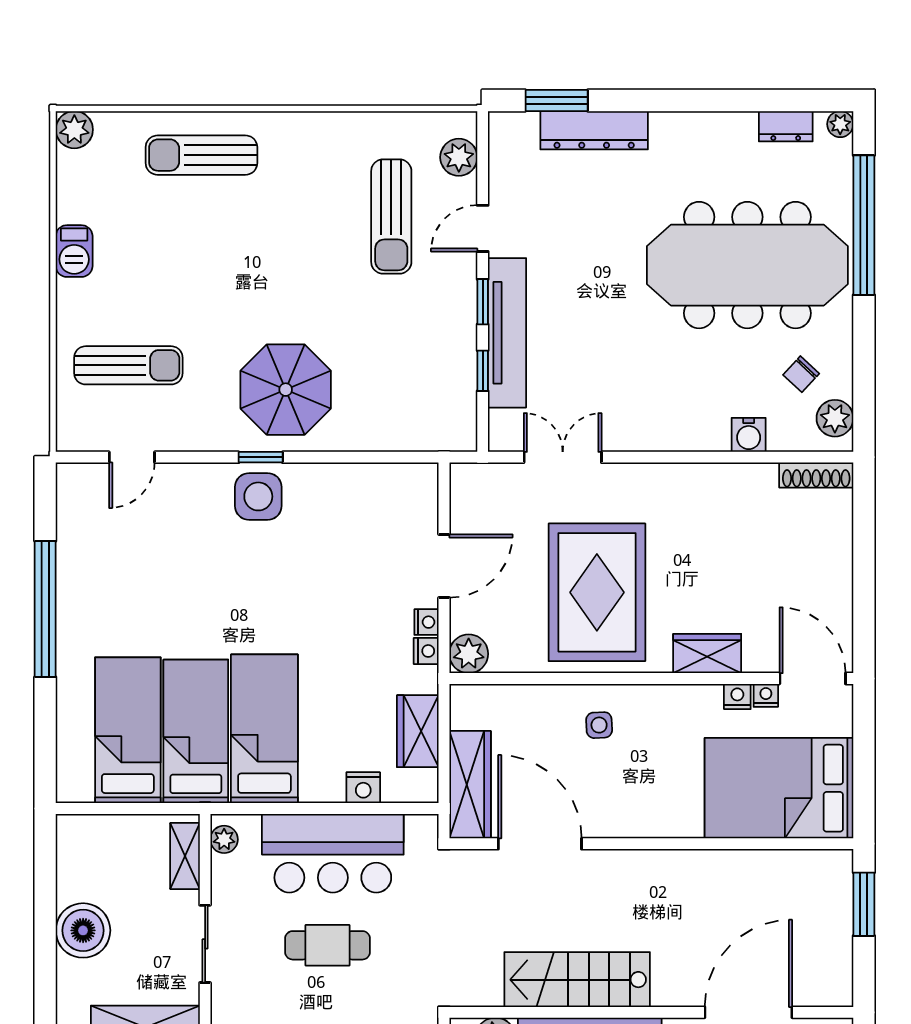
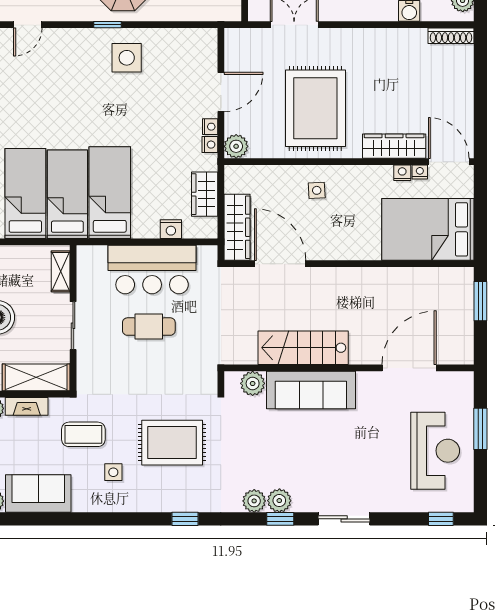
side table: (258, 496) -> (127, 58), moved
wardrobe: (707, 654) -> (394, 146), width x1.50
plant: (224, 839) -> (85, 261), removed

